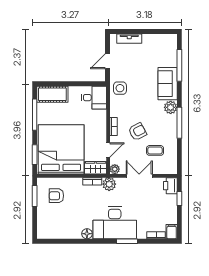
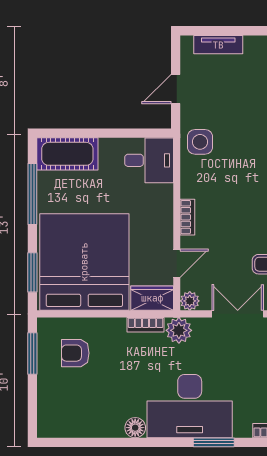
armchair: (137, 132) -> (234, 227), removed

